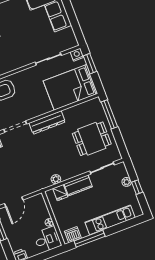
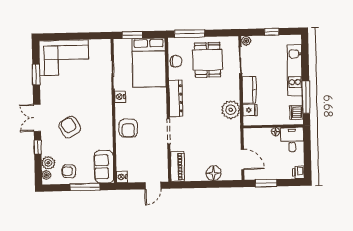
nightstand: (77, 55) -> (120, 97), moved
chair: (80, 111) -> (176, 61), added
plant: (56, 179) -> (231, 110), width x1.88, depth x1.88
plant: (127, 182) -> (246, 41), moved

